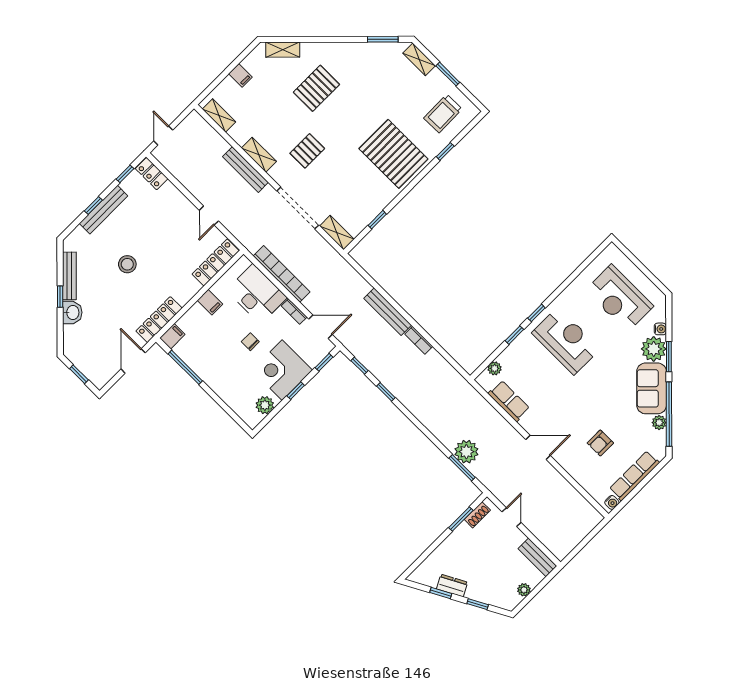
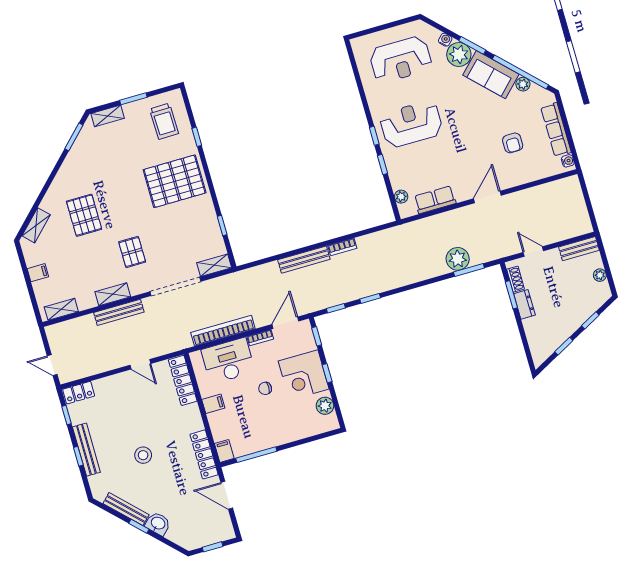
dresser: (452, 586) -> (524, 304), moved, turned 118

